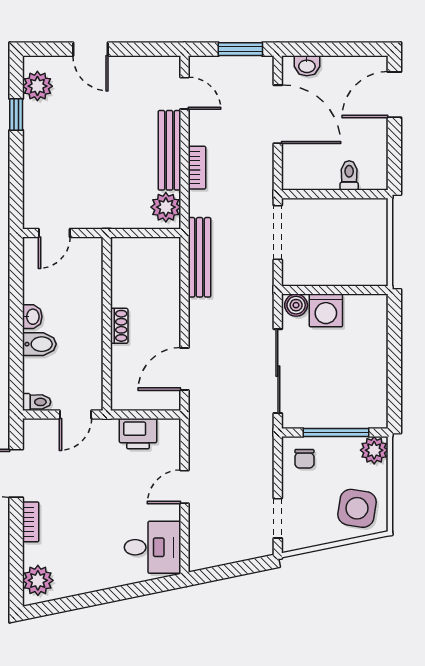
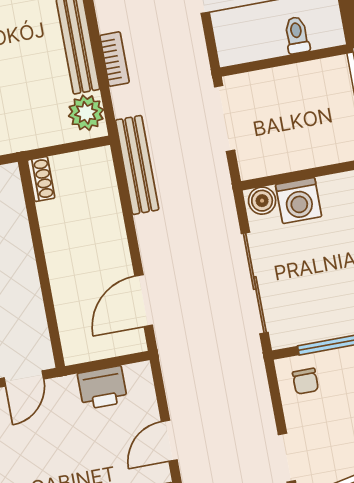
shoe rack: (119, 326) -> (41, 179), moved

